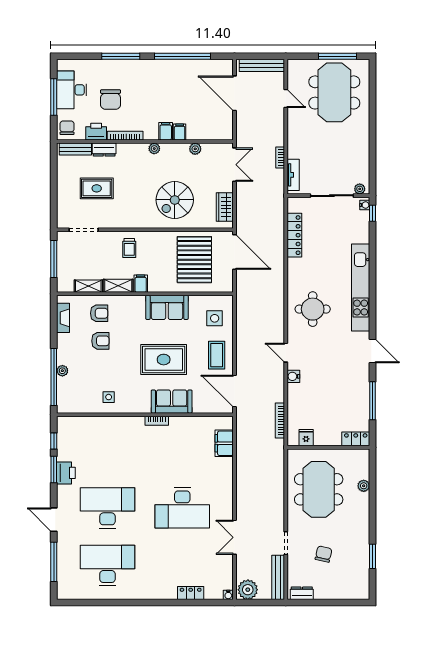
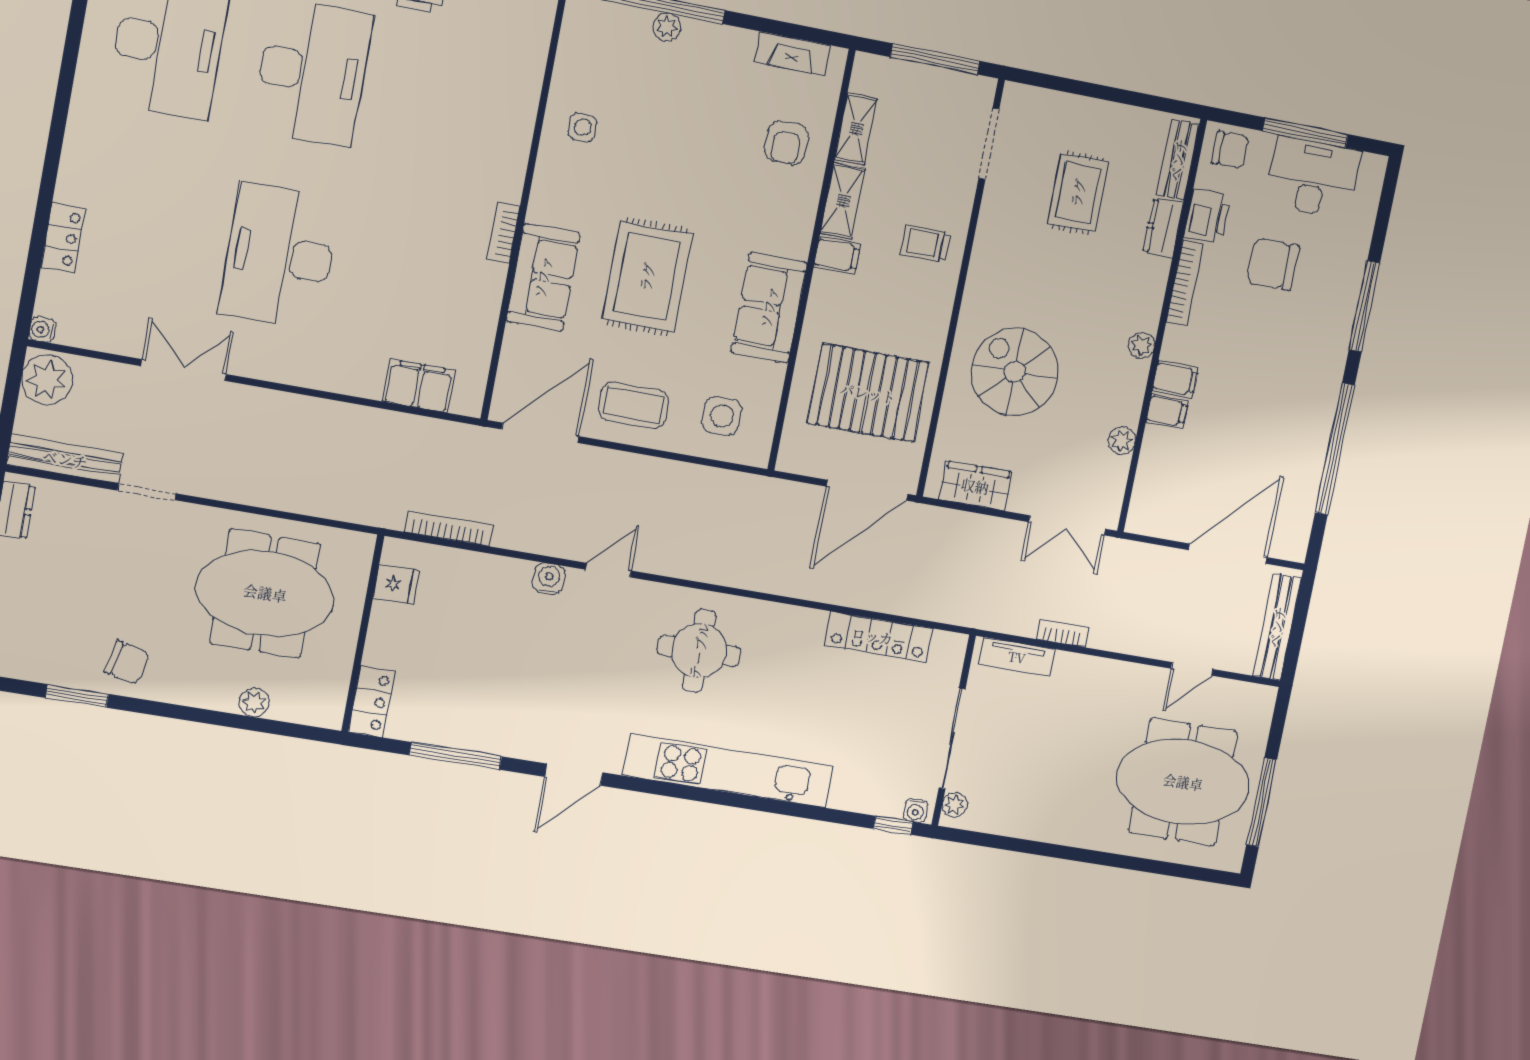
armchair: (100, 341) -> (721, 133), removed
chair: (324, 554) -> (127, 663), moved

